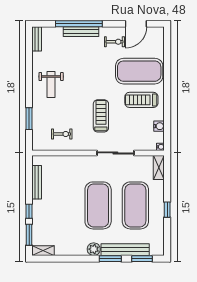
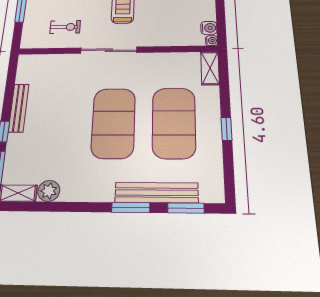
water cooler: (159, 126) -> (209, 28), moved
sliding door: (115, 153) -> (109, 50), moved
bench: (37, 182) -> (19, 108), moved
plant: (94, 249) -> (49, 191), moved

